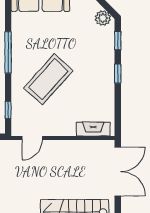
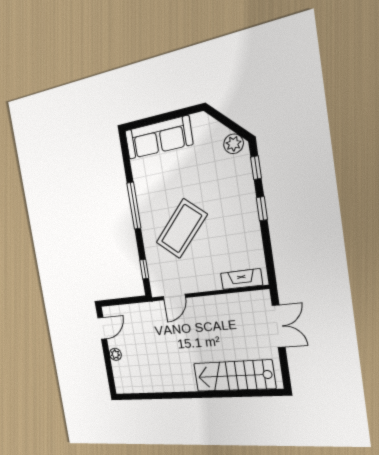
double door: (118, 172) -> (279, 326), width x0.73

